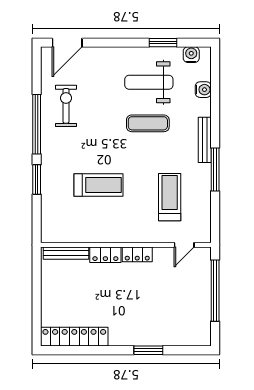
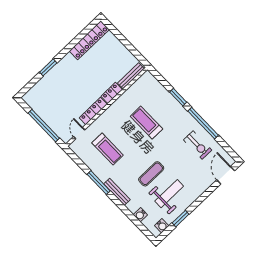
treadmill: (99, 185) -> (146, 123), turned 90
locker: (137, 254) -> (93, 111), width x1.53

